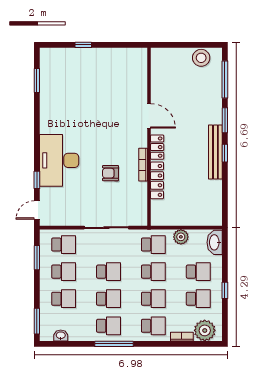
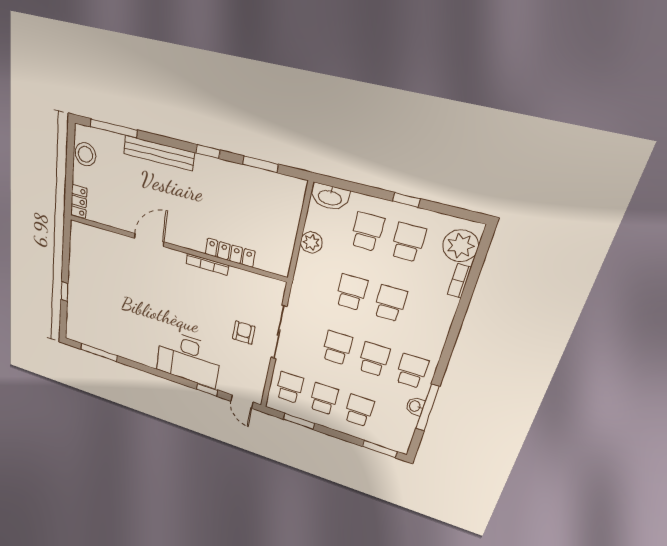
window: (37, 81) -> (99, 352), width x1.44
window: (225, 120) -> (260, 164), moved
locker: (157, 147) -> (79, 202), moved, turned 90
bench: (215, 152) -> (159, 153), moved
armchair: (110, 173) -> (244, 333), moved, turned 180
school desk: (153, 245) -> (314, 281), removed
school desk: (153, 326) -> (430, 315), removed
washbasin: (61, 336) -> (415, 406), moved
window: (114, 344) -> (428, 408), moved

